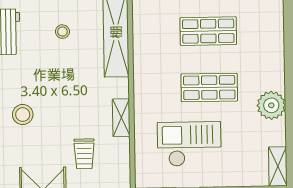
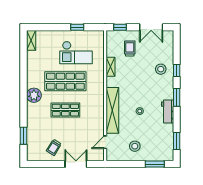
shop shelf: (209, 87) -> (65, 81), width x1.43, depth x1.36
plant: (271, 105) -> (34, 95), moved

